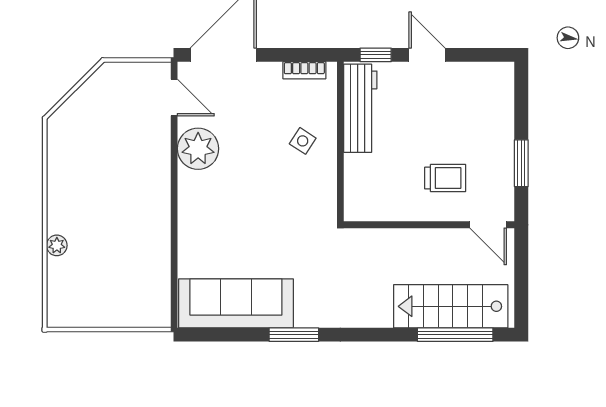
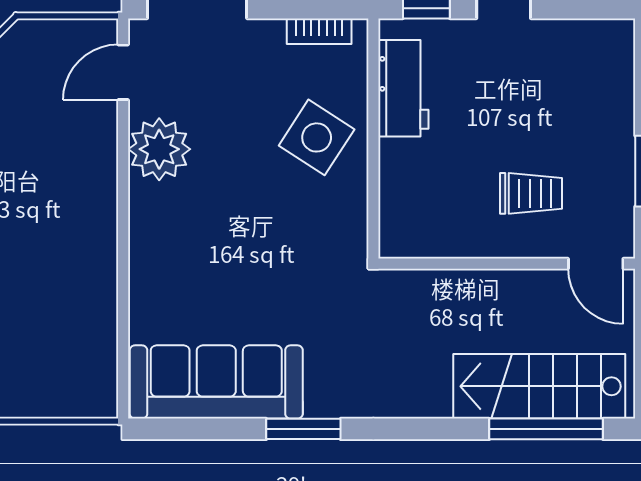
door: (174, 98) -> (123, 72), swing flipped
workbench: (360, 108) -> (403, 88), width x0.73
side table: (303, 141) -> (317, 137), width x1.87, depth x1.87

